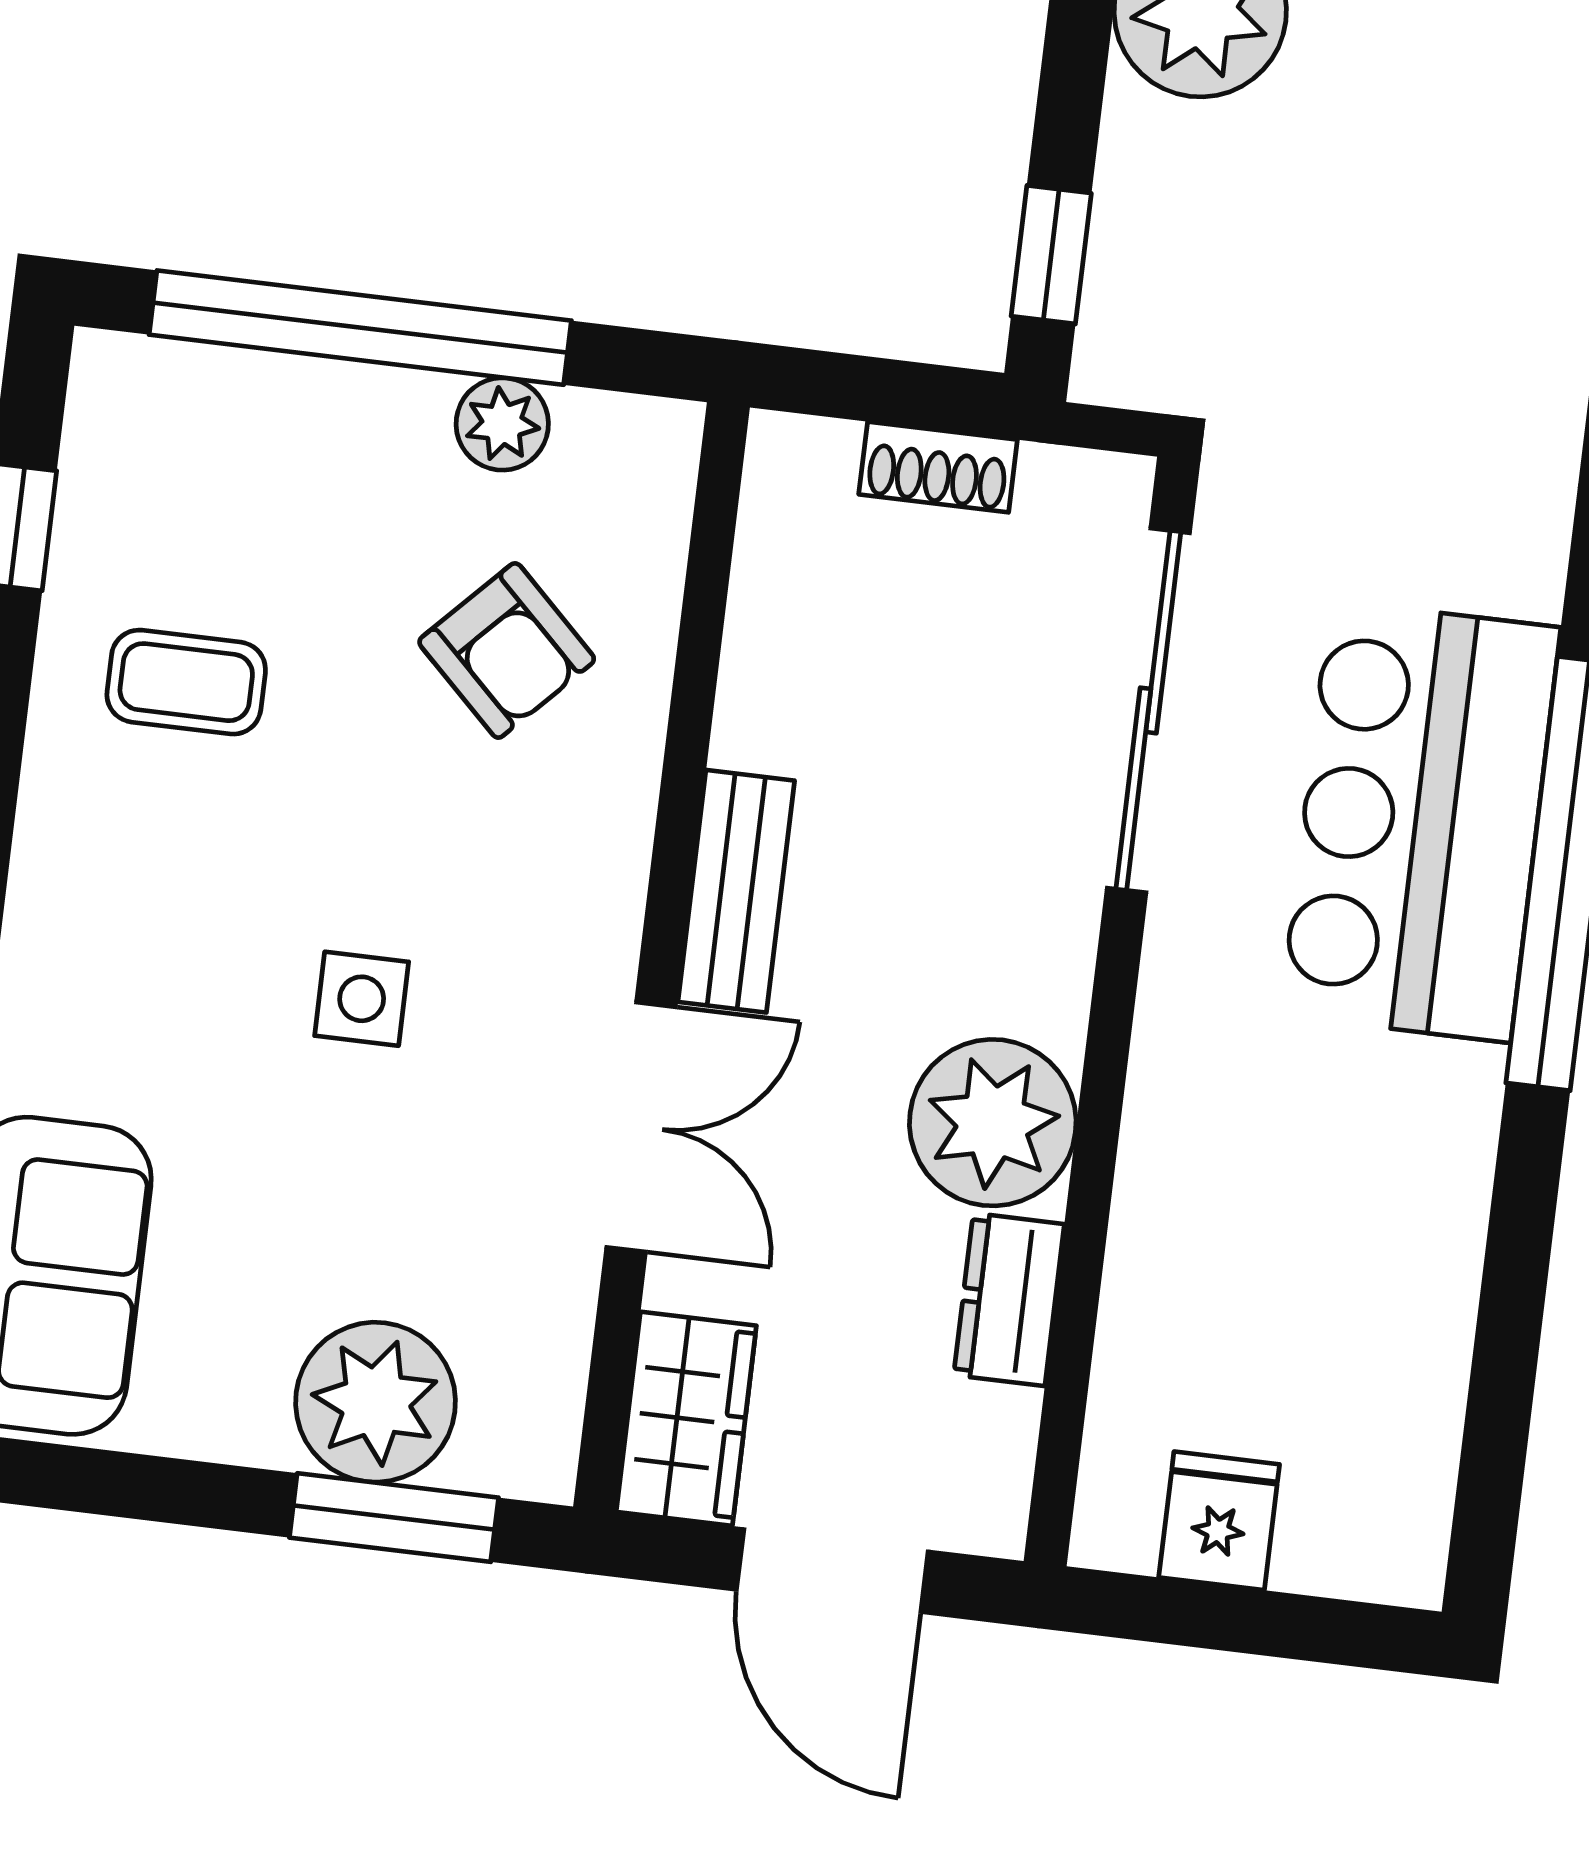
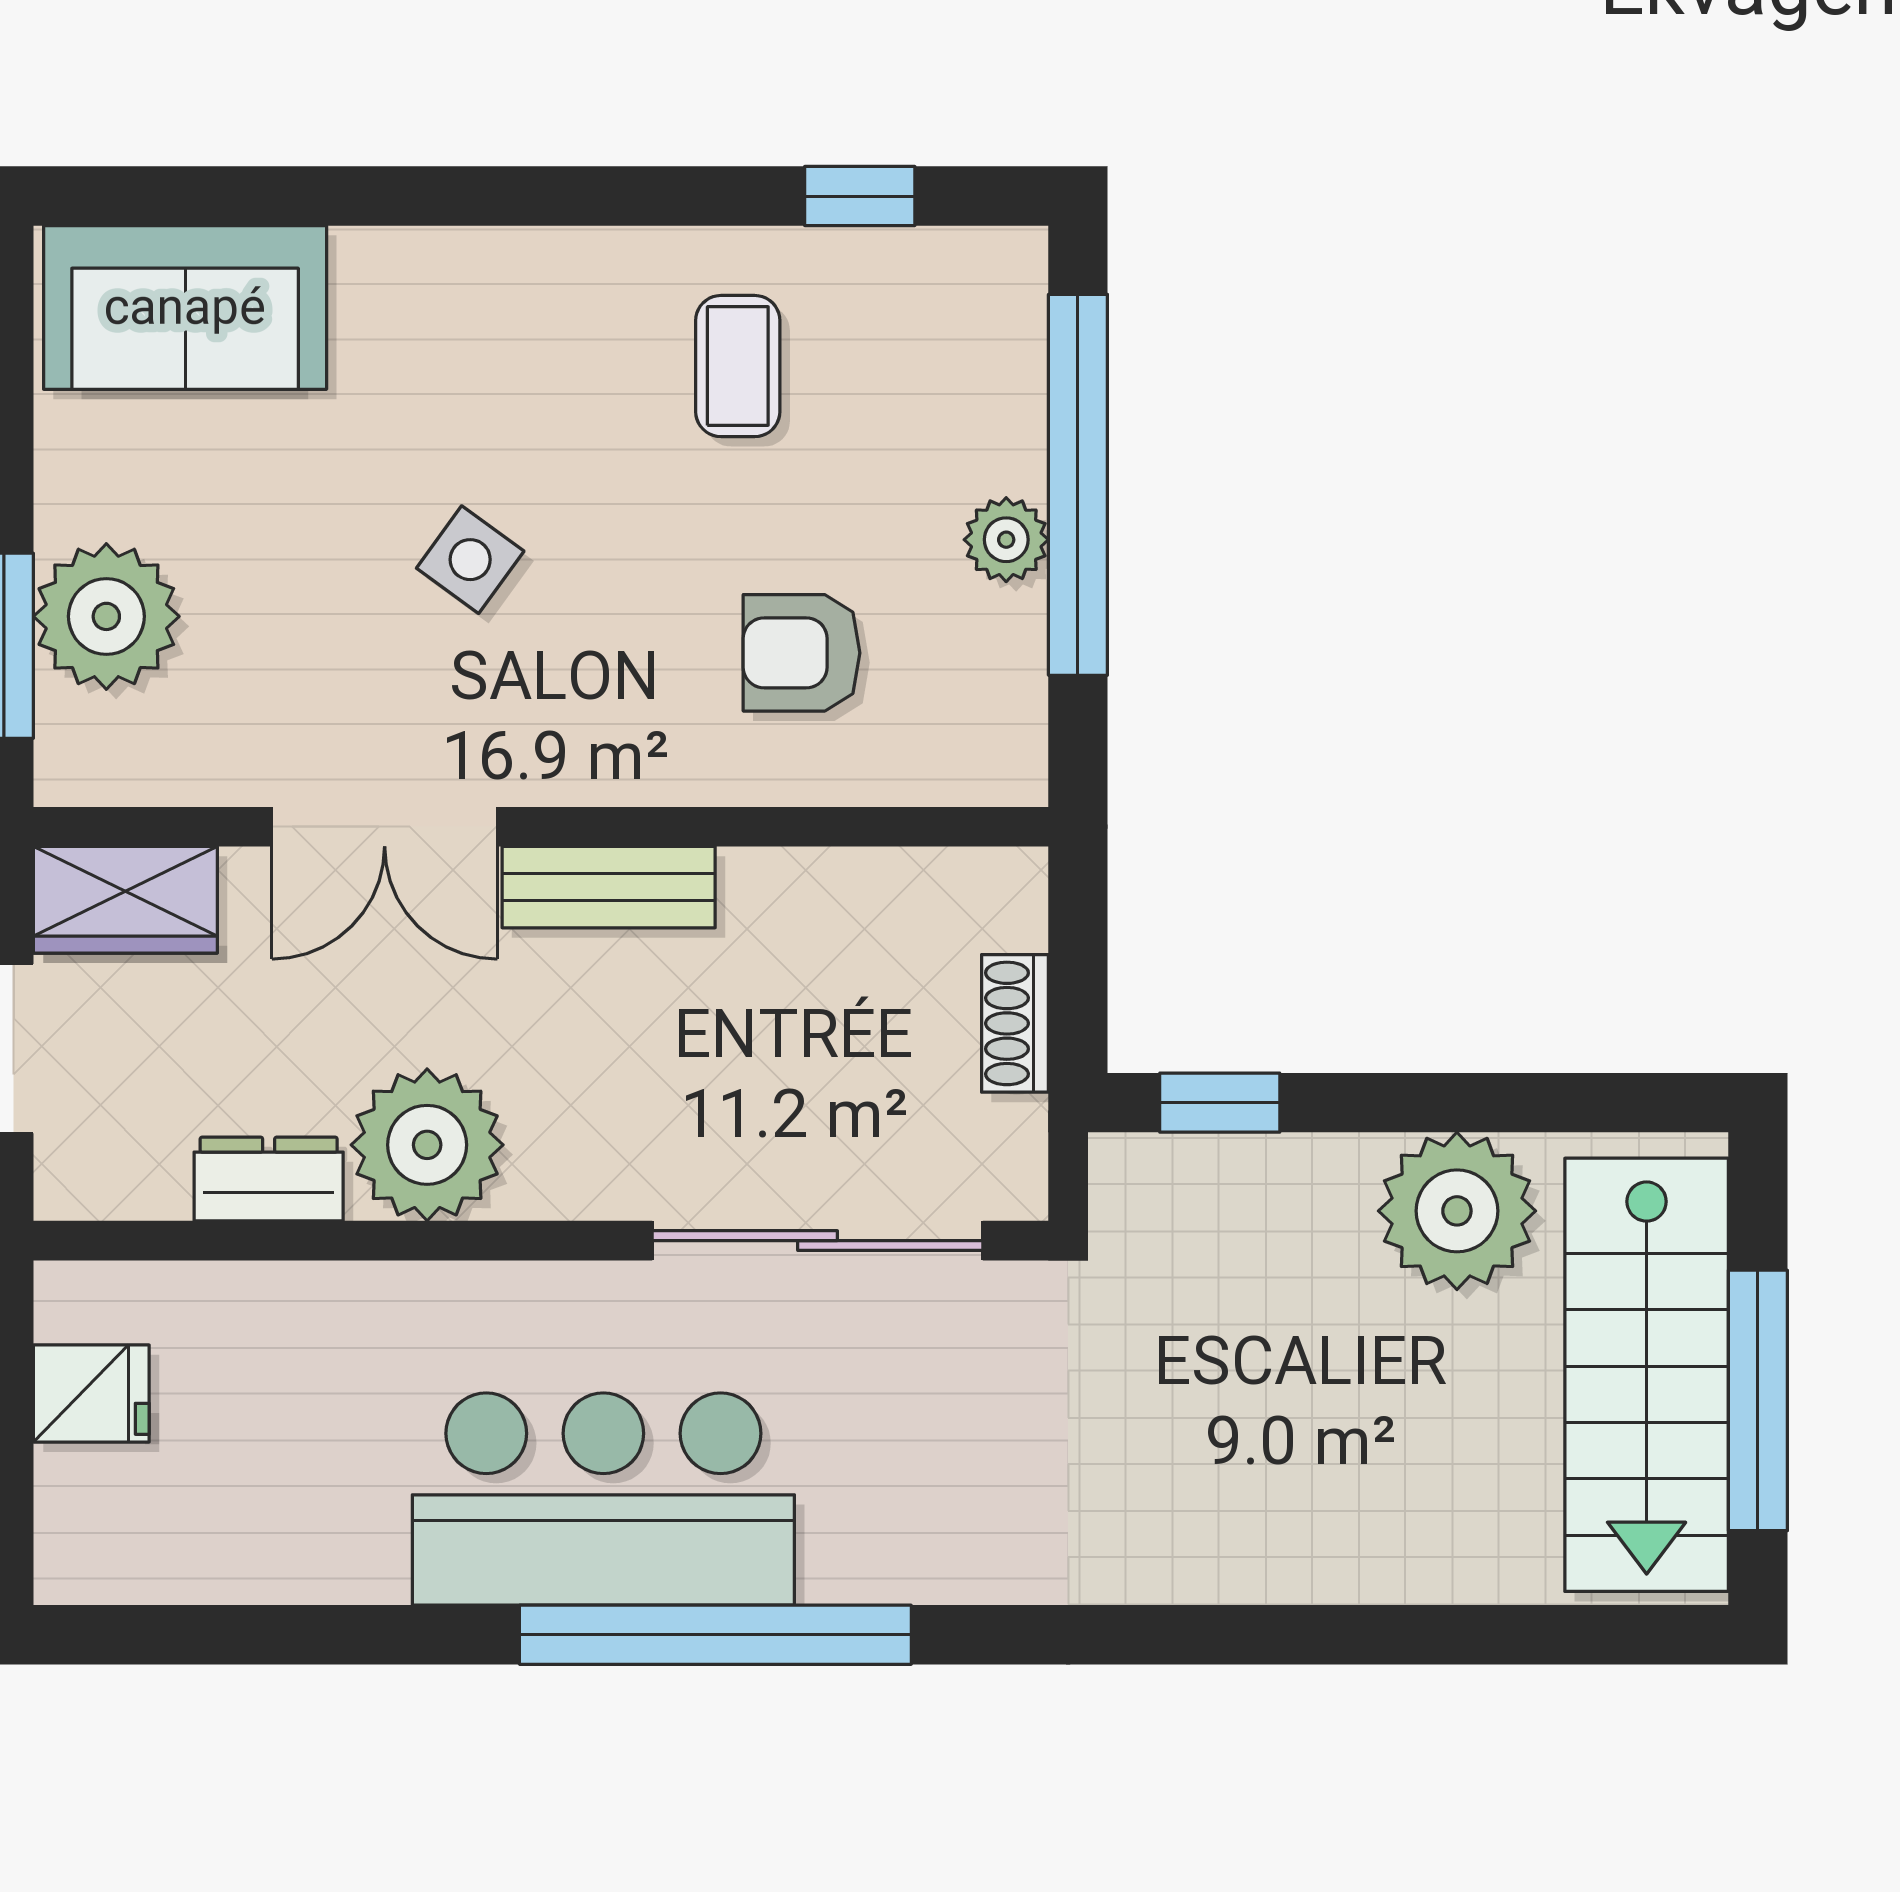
plant: (502, 424) -> (1006, 540), moved
armchair: (507, 650) -> (802, 653), turned 46
bar counter: (1420, 821) -> (603, 1499), moved
side table: (362, 999) -> (470, 560), turned 36

